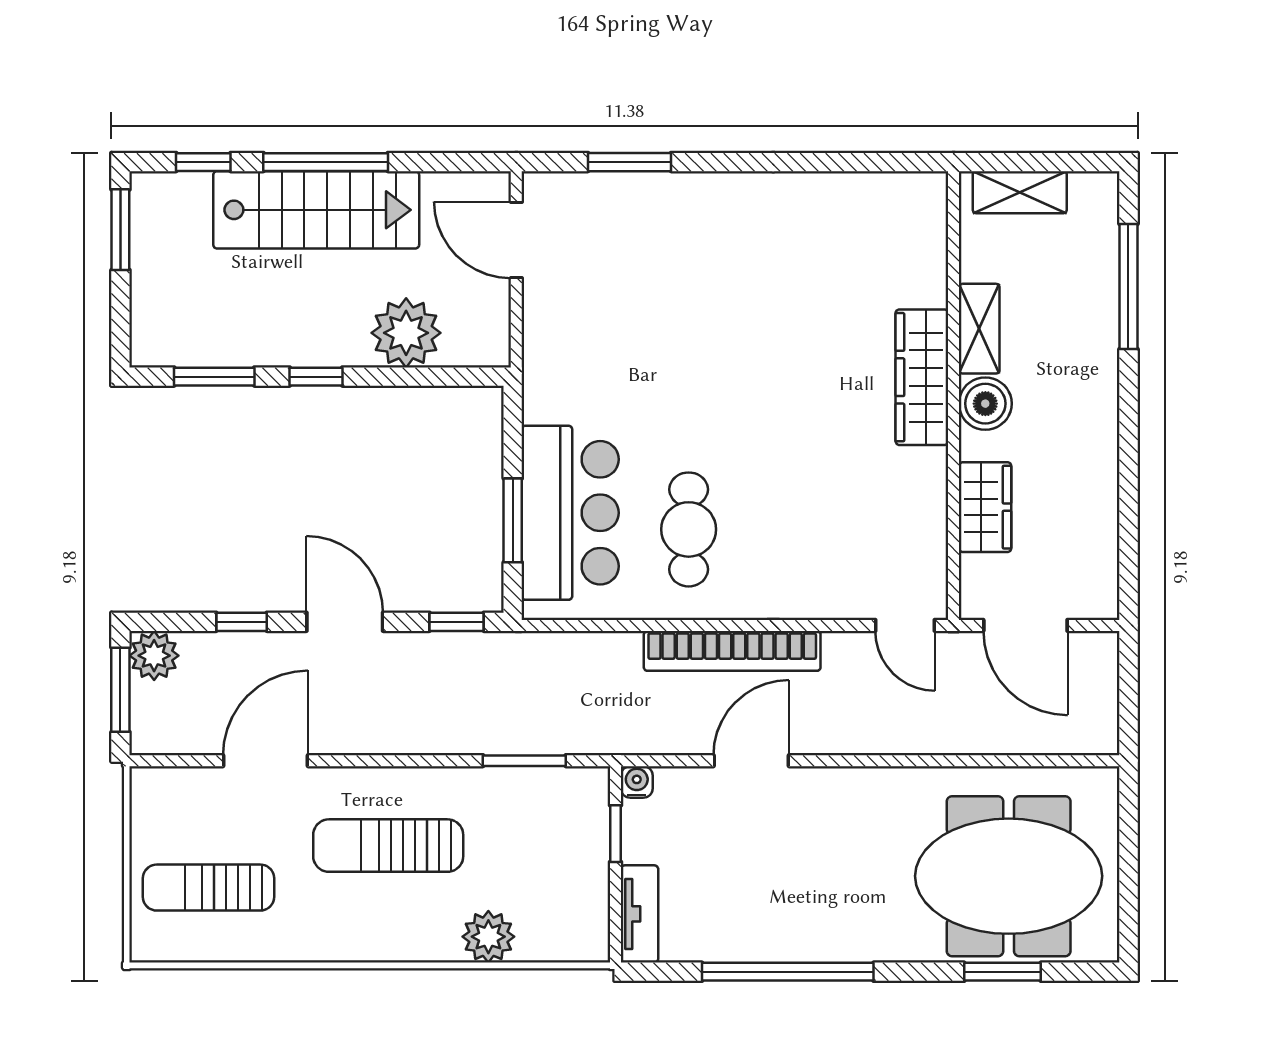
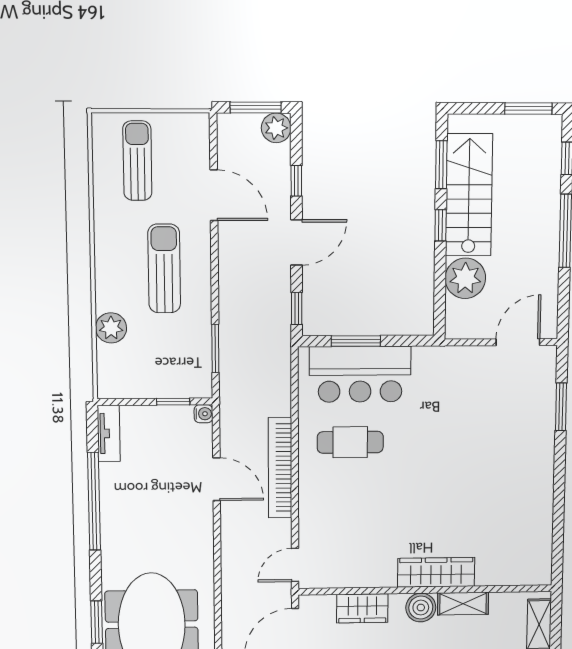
stairs: (316, 210) -> (469, 195), moved, turned 180
tv unit: (639, 914) -> (109, 433), moved, turned -90

